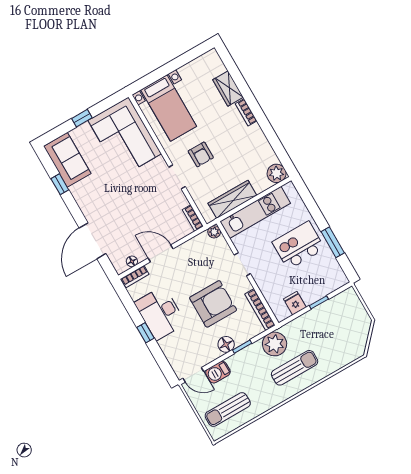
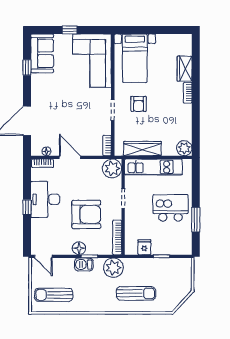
plant: (214, 232) -> (112, 168), width x1.88, depth x1.88
sun lounger: (295, 368) -> (136, 293), moved
barbecue: (218, 372) -> (84, 265), moved

